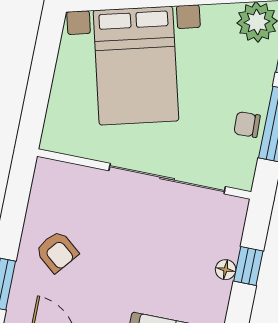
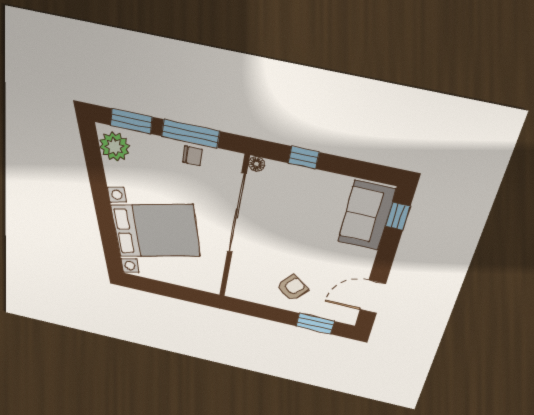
chair: (247, 125) -> (192, 156), turned -88
floor lamp: (226, 270) -> (257, 164), moved

